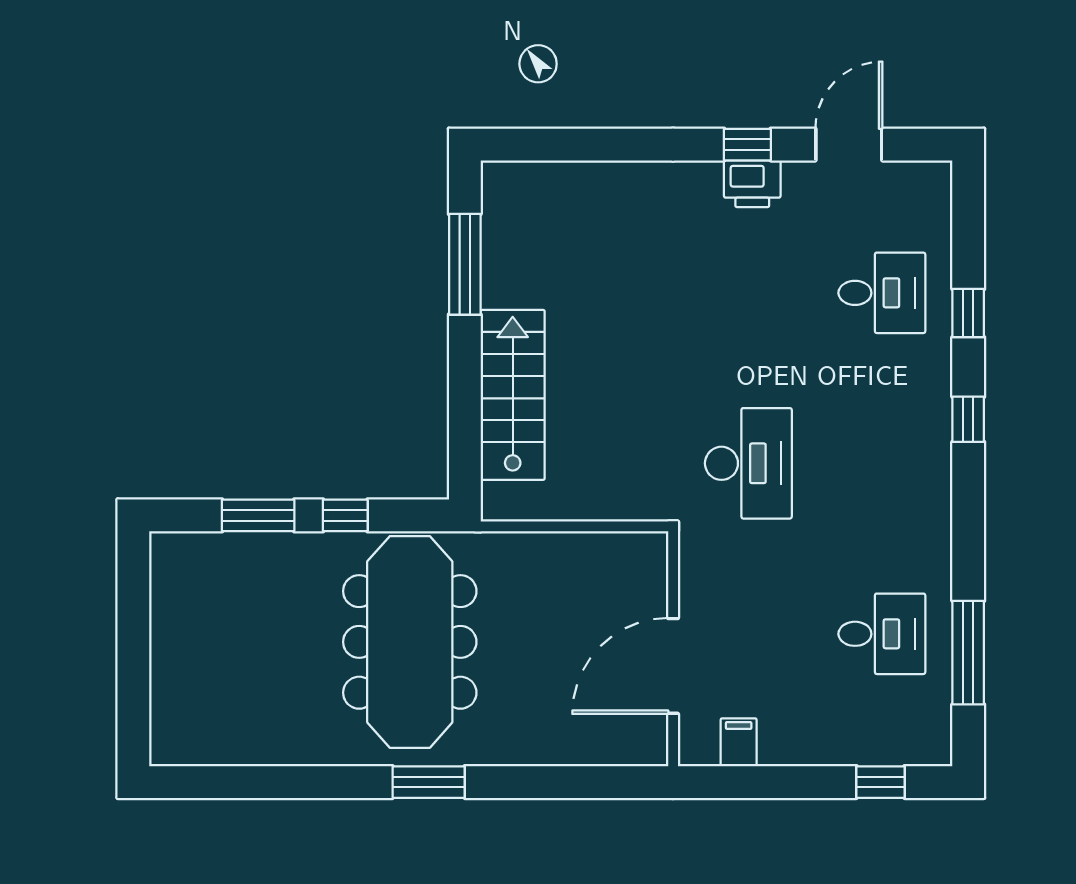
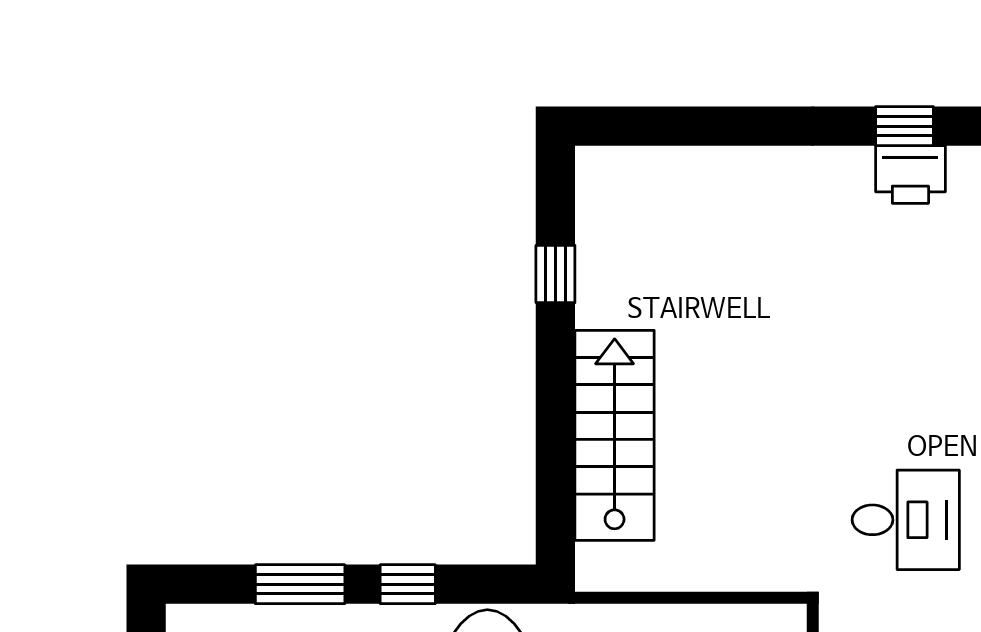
window: (465, 264) -> (555, 274), width x0.46
desk: (748, 463) -> (906, 520), width x0.73

